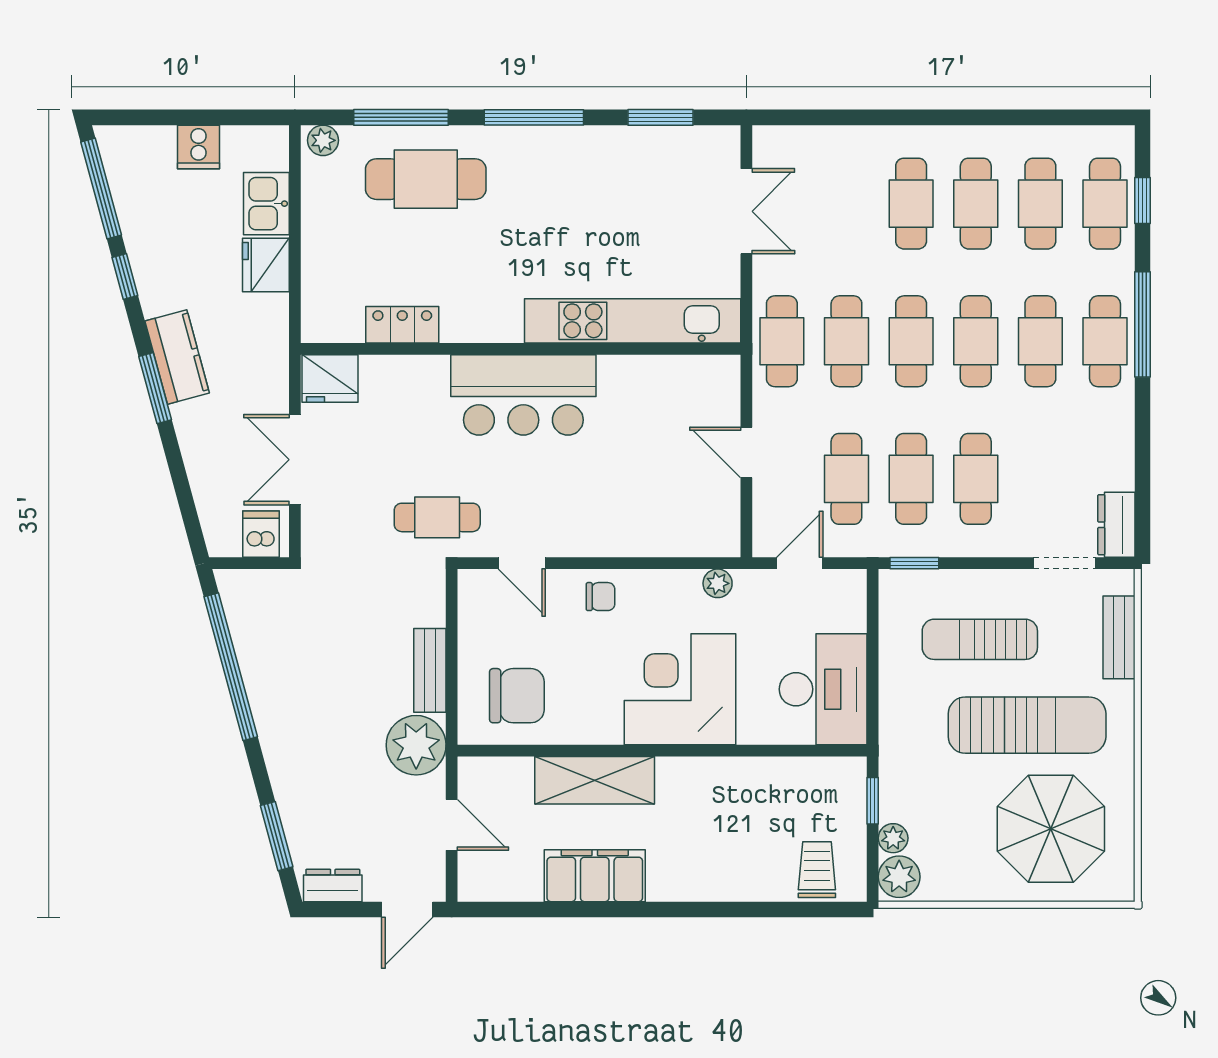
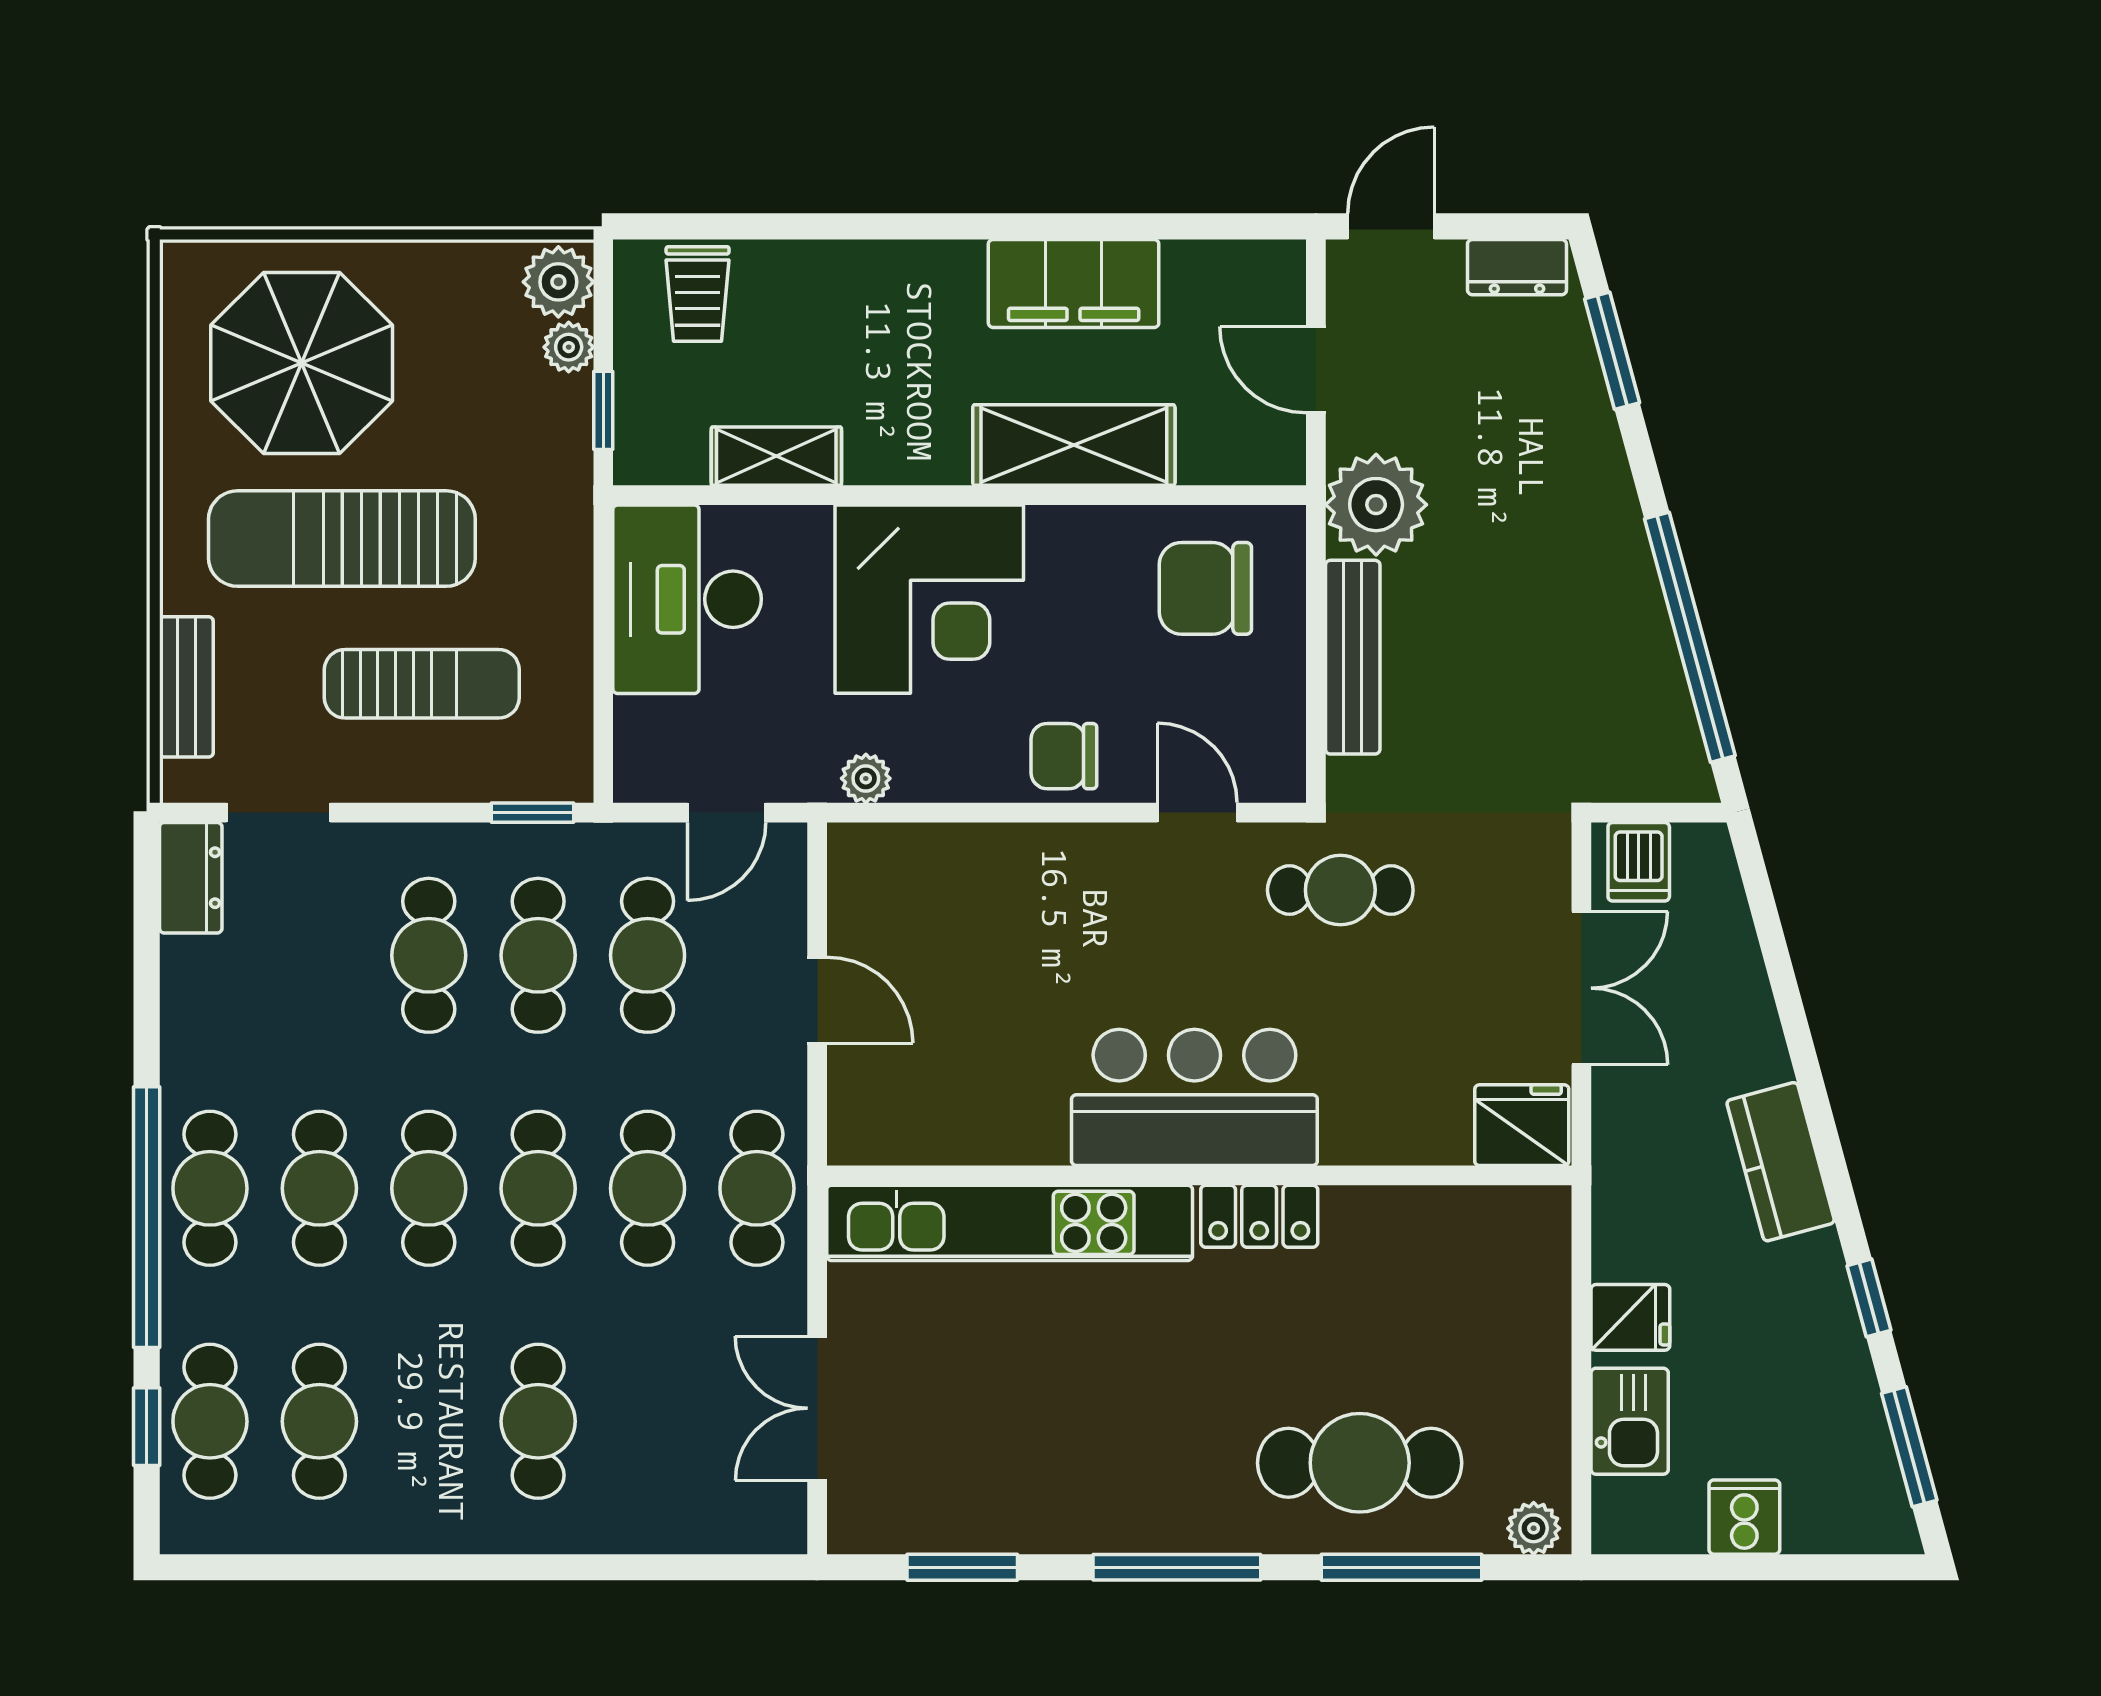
window: (101, 189) -> (1909, 1447), width x0.69
cafe table: (976, 204) -> (429, 1421), removed
fridge: (266, 265) -> (1630, 1317), width x0.72
window: (1142, 324) -> (147, 1217), width x1.46
locker: (402, 325) -> (1259, 1216), moved
window: (155, 388) -> (1818, 1109), removed
chair: (601, 597) -> (1064, 756), width x1.37, depth x1.37
bench: (430, 670) -> (1353, 657), width x1.36
shelving: (770, 774) -> (776, 456), added

